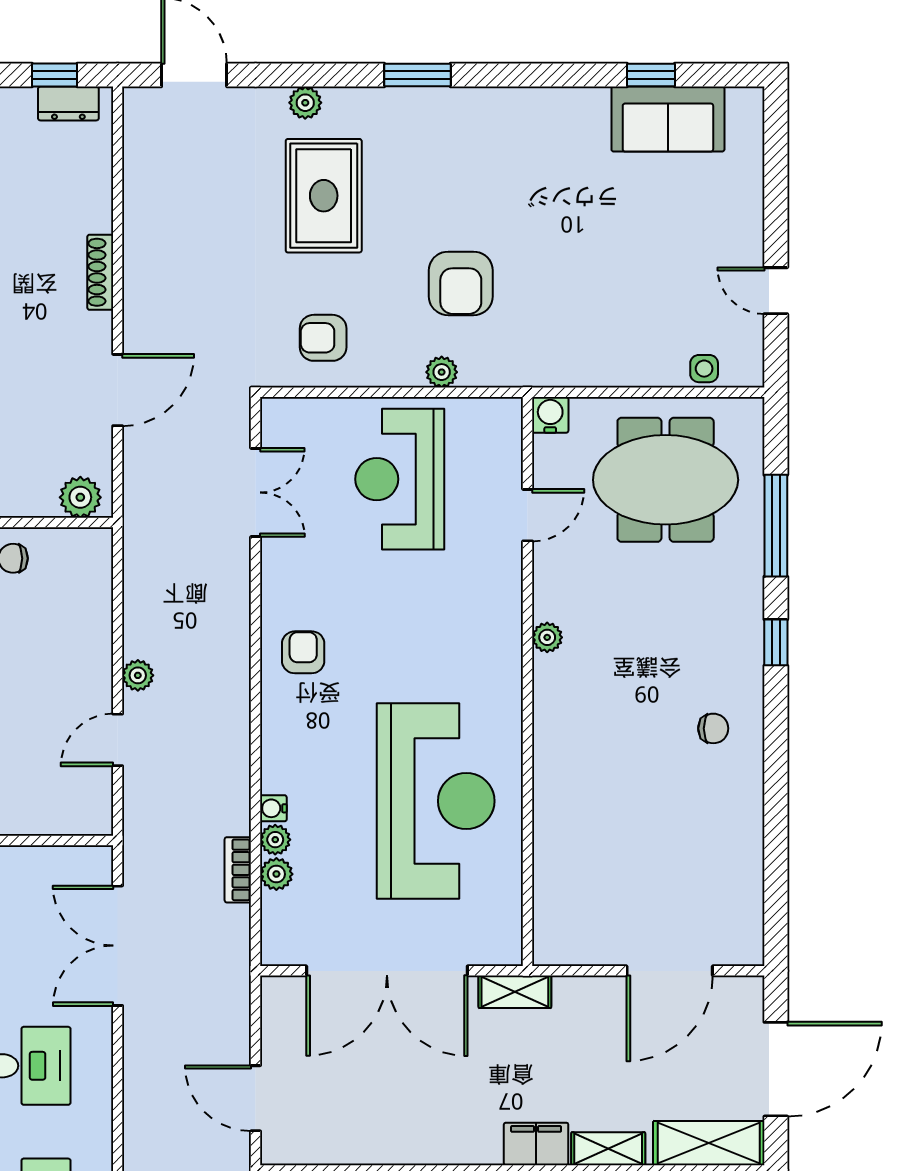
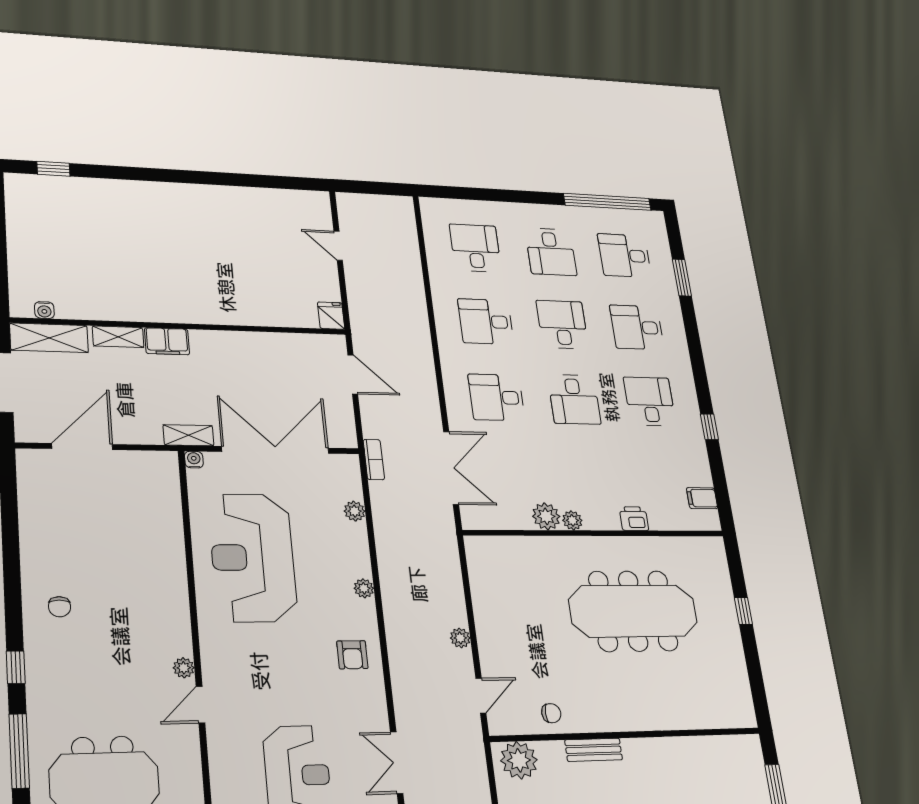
plant: (80, 497) -> (519, 760), width x1.36, depth x1.36
door: (528, 515) -> (200, 705), moved
chair: (713, 728) -> (60, 607), turned -90
door: (118, 740) -> (481, 696), moved
water cooler: (273, 808) -> (194, 460), moved, turned -90
plant: (275, 840) -> (364, 588), moved
bookcase: (238, 870) -> (374, 460), moved

